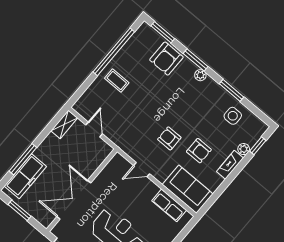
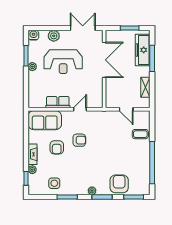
coffee table: (117, 81) -> (140, 134), moved
shelving: (64, 124) -> (145, 87), moved
armchair: (199, 151) -> (57, 147), turned -90
row of seats: (169, 205) -> (58, 102), moved

